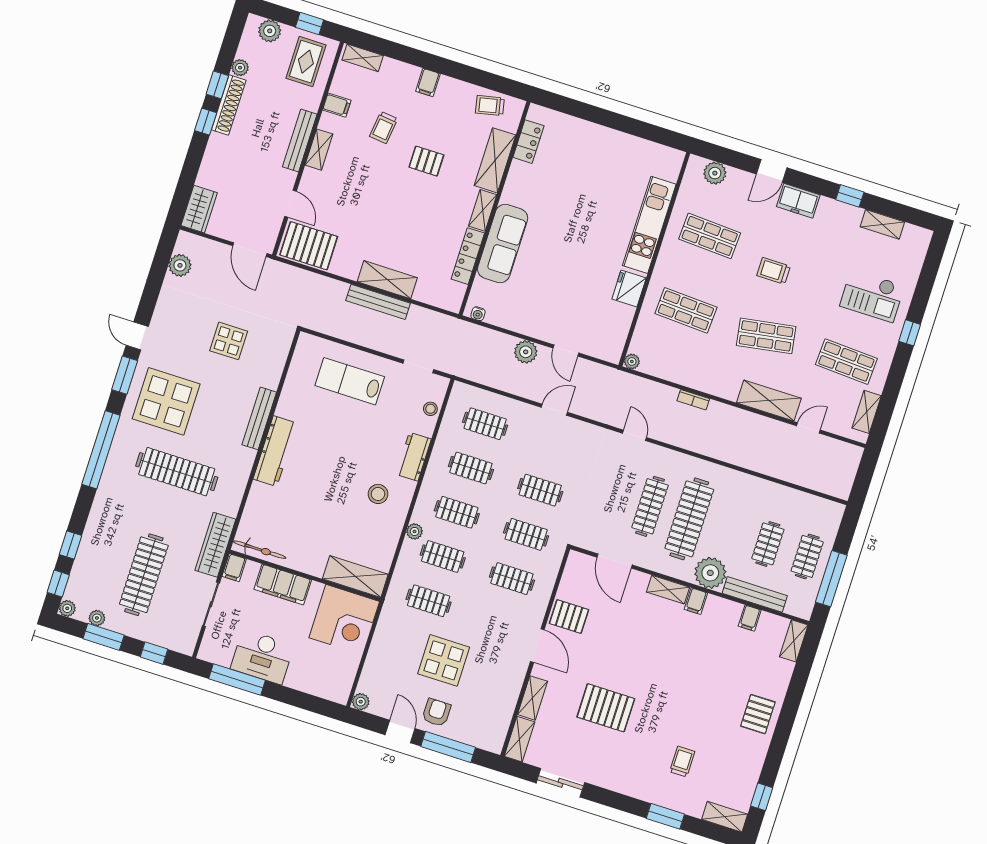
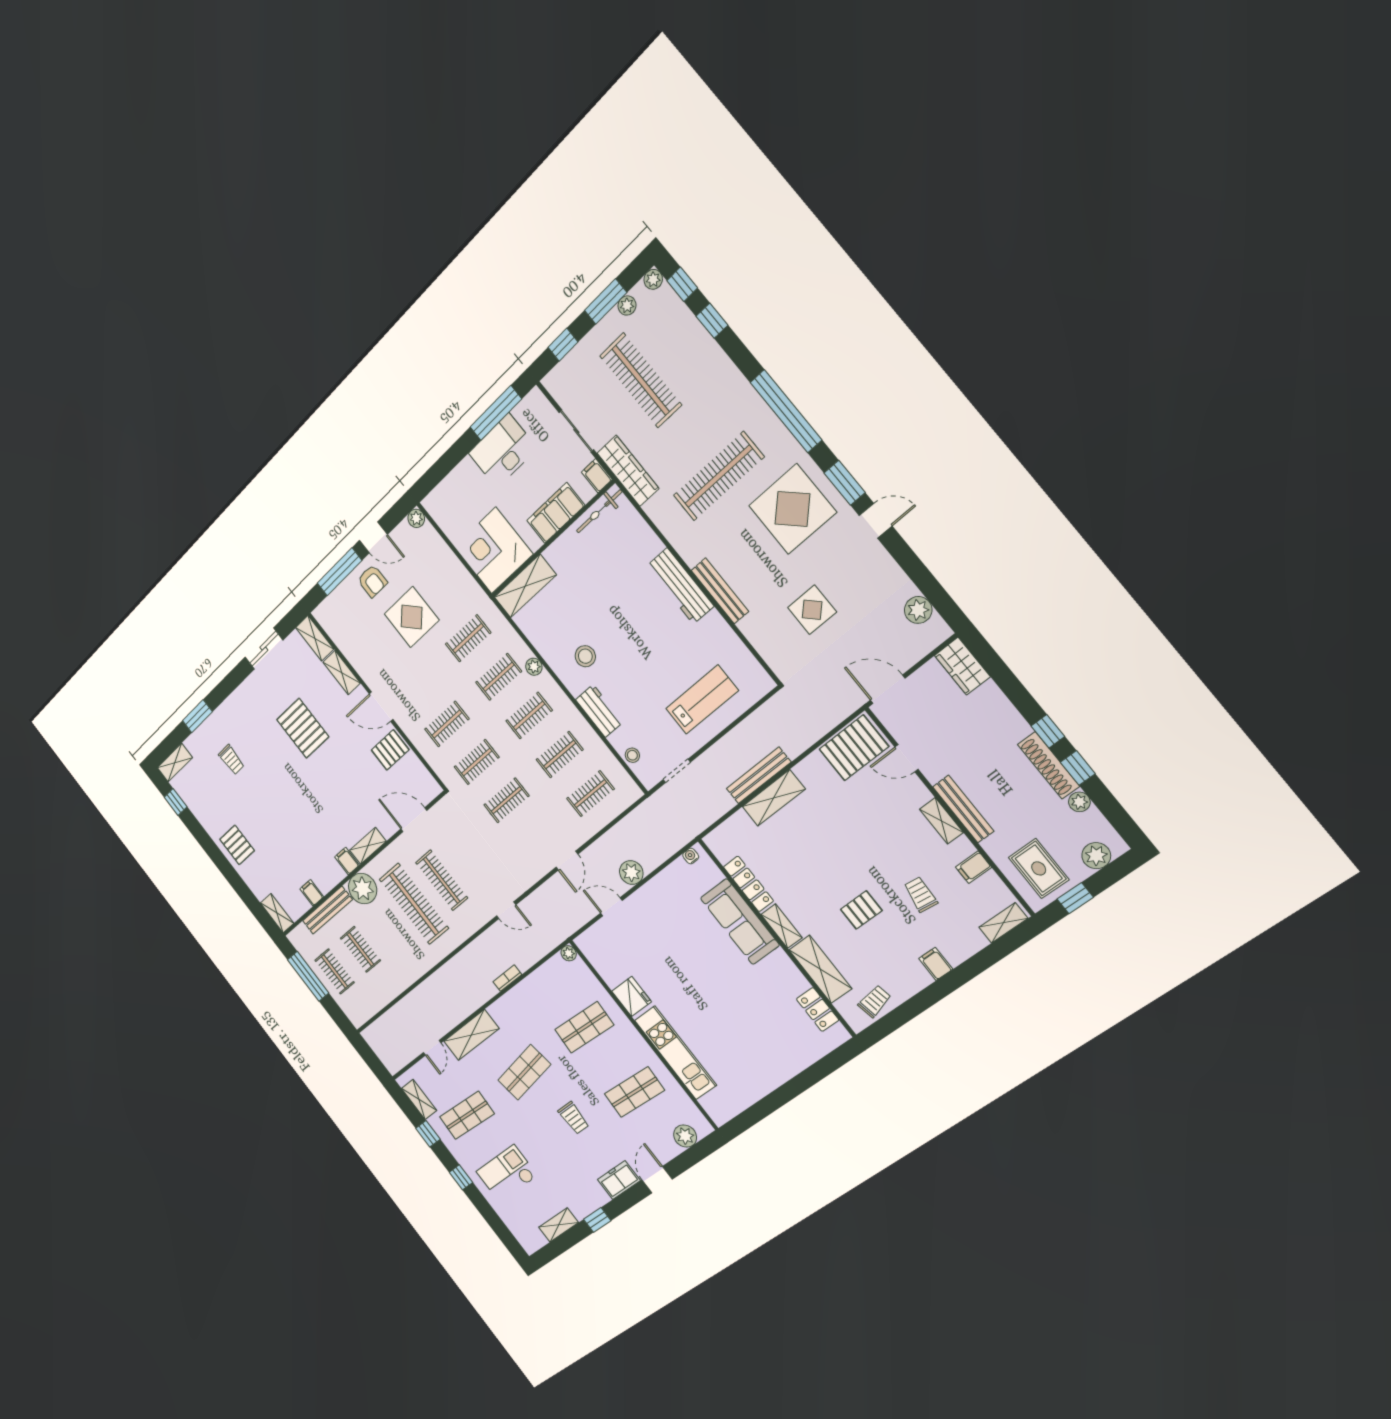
trolley: (774, 271) -> (574, 1118), turned 90
window: (893, 385) -> (428, 1134), added
pallet: (606, 708) -> (303, 728), turned 90

